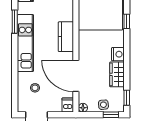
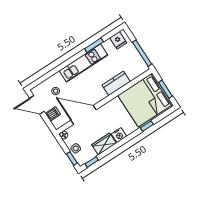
kitchen counter: (66, 37) -> (116, 83), moved
door: (76, 76) -> (83, 115), hinge flipped
dishwasher: (68, 105) -> (53, 114), moved

